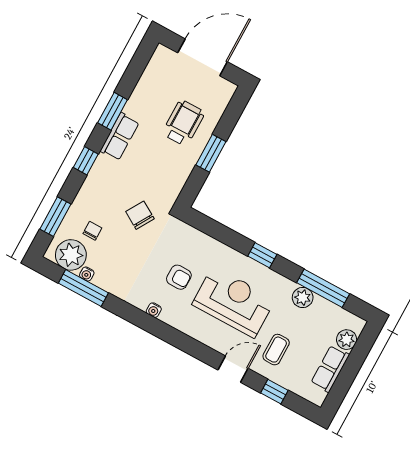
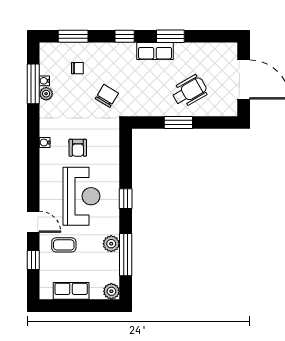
wheelchair: (183, 123) -> (189, 91), turned -30
plant: (71, 255) -> (46, 94), moved, width x0.53, depth x0.53
plant: (347, 340) -> (111, 291), moved

